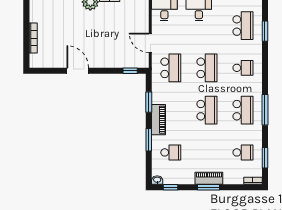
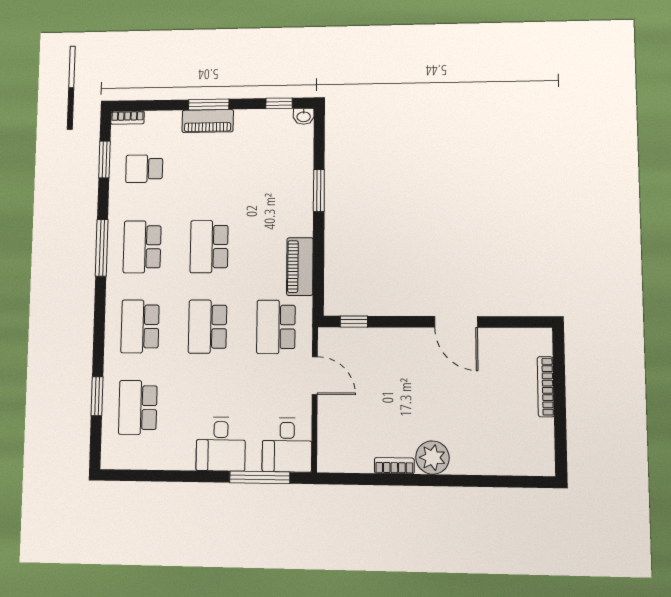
school desk: (243, 68) -> (140, 326), width x1.85
window: (149, 102) -> (318, 261), removed
piano: (159, 120) -> (300, 267), moved
school desk: (171, 152) -> (278, 167), removed

